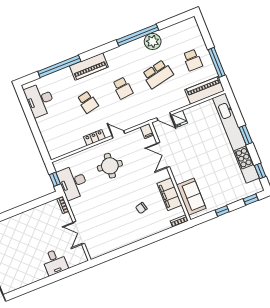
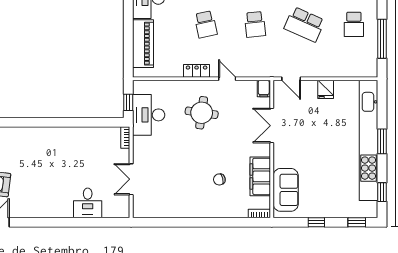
school desk: (158, 74) -> (304, 24), turned 36
piano: (205, 90) -> (143, 44), moved, turned 90
fridge: (179, 119) -> (326, 89), moved

